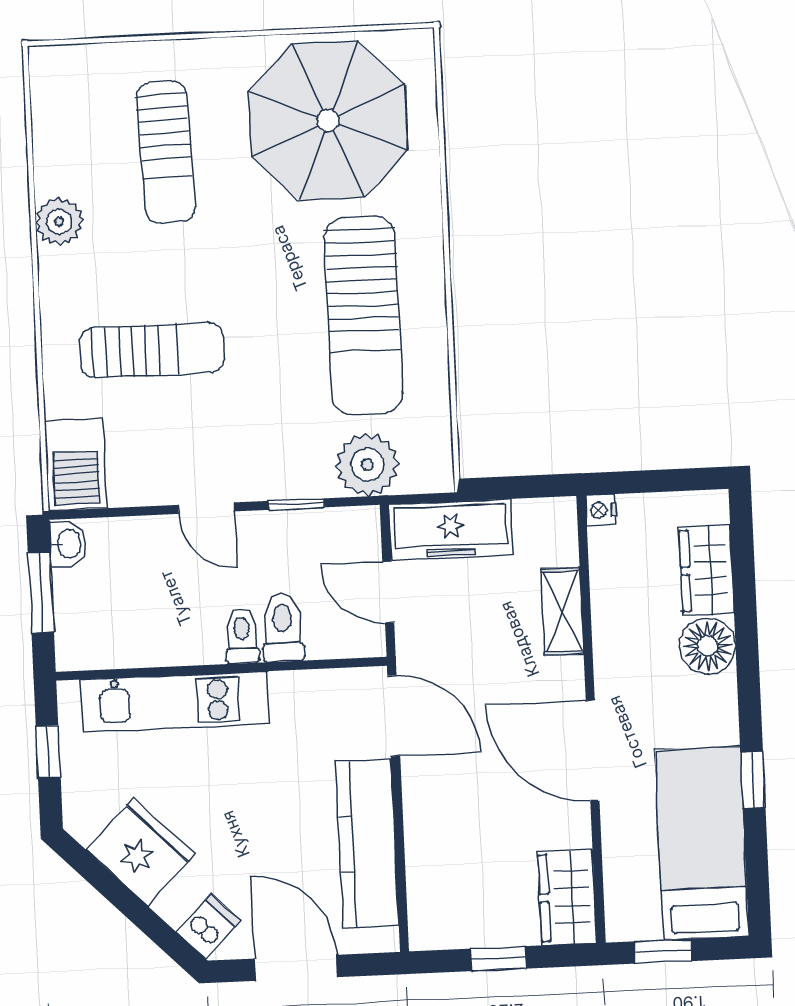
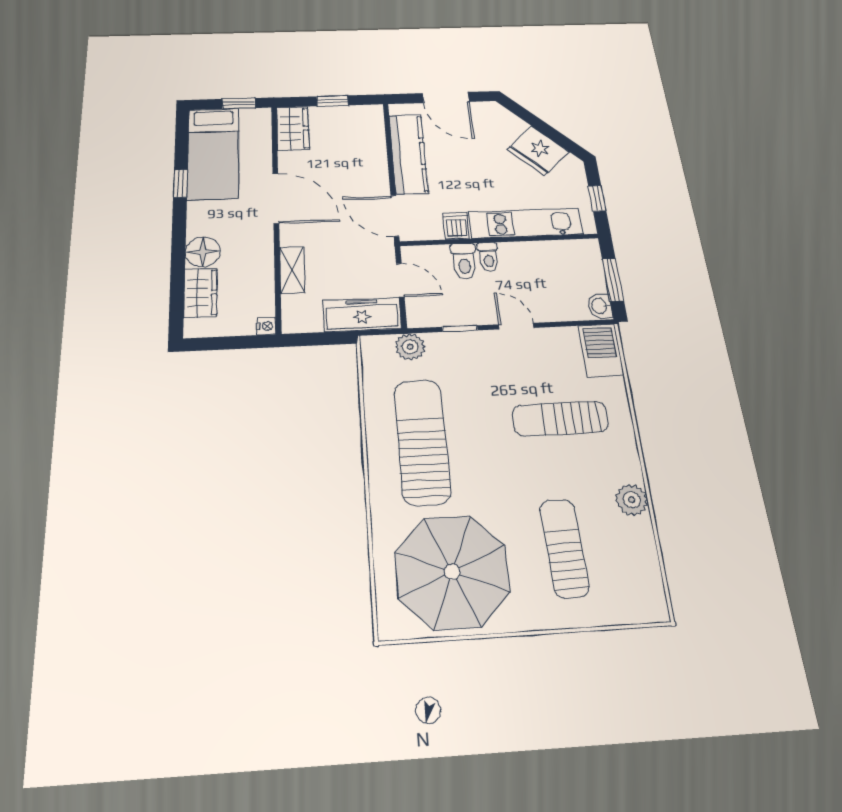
plant: (367, 465) -> (410, 347), width x0.73, depth x0.73
dishwasher: (208, 926) -> (456, 226), moved, turned 135

